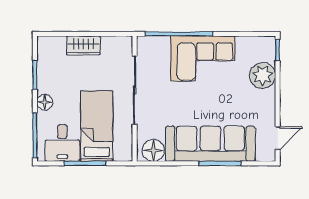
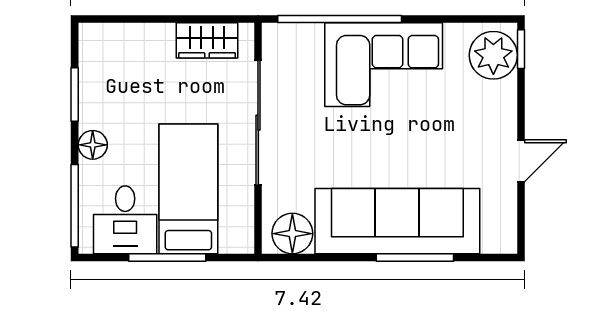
wardrobe: (83, 45) -> (207, 40), moved
plant: (263, 75) -> (493, 55), moved
door: (278, 138) -> (521, 161), moved

